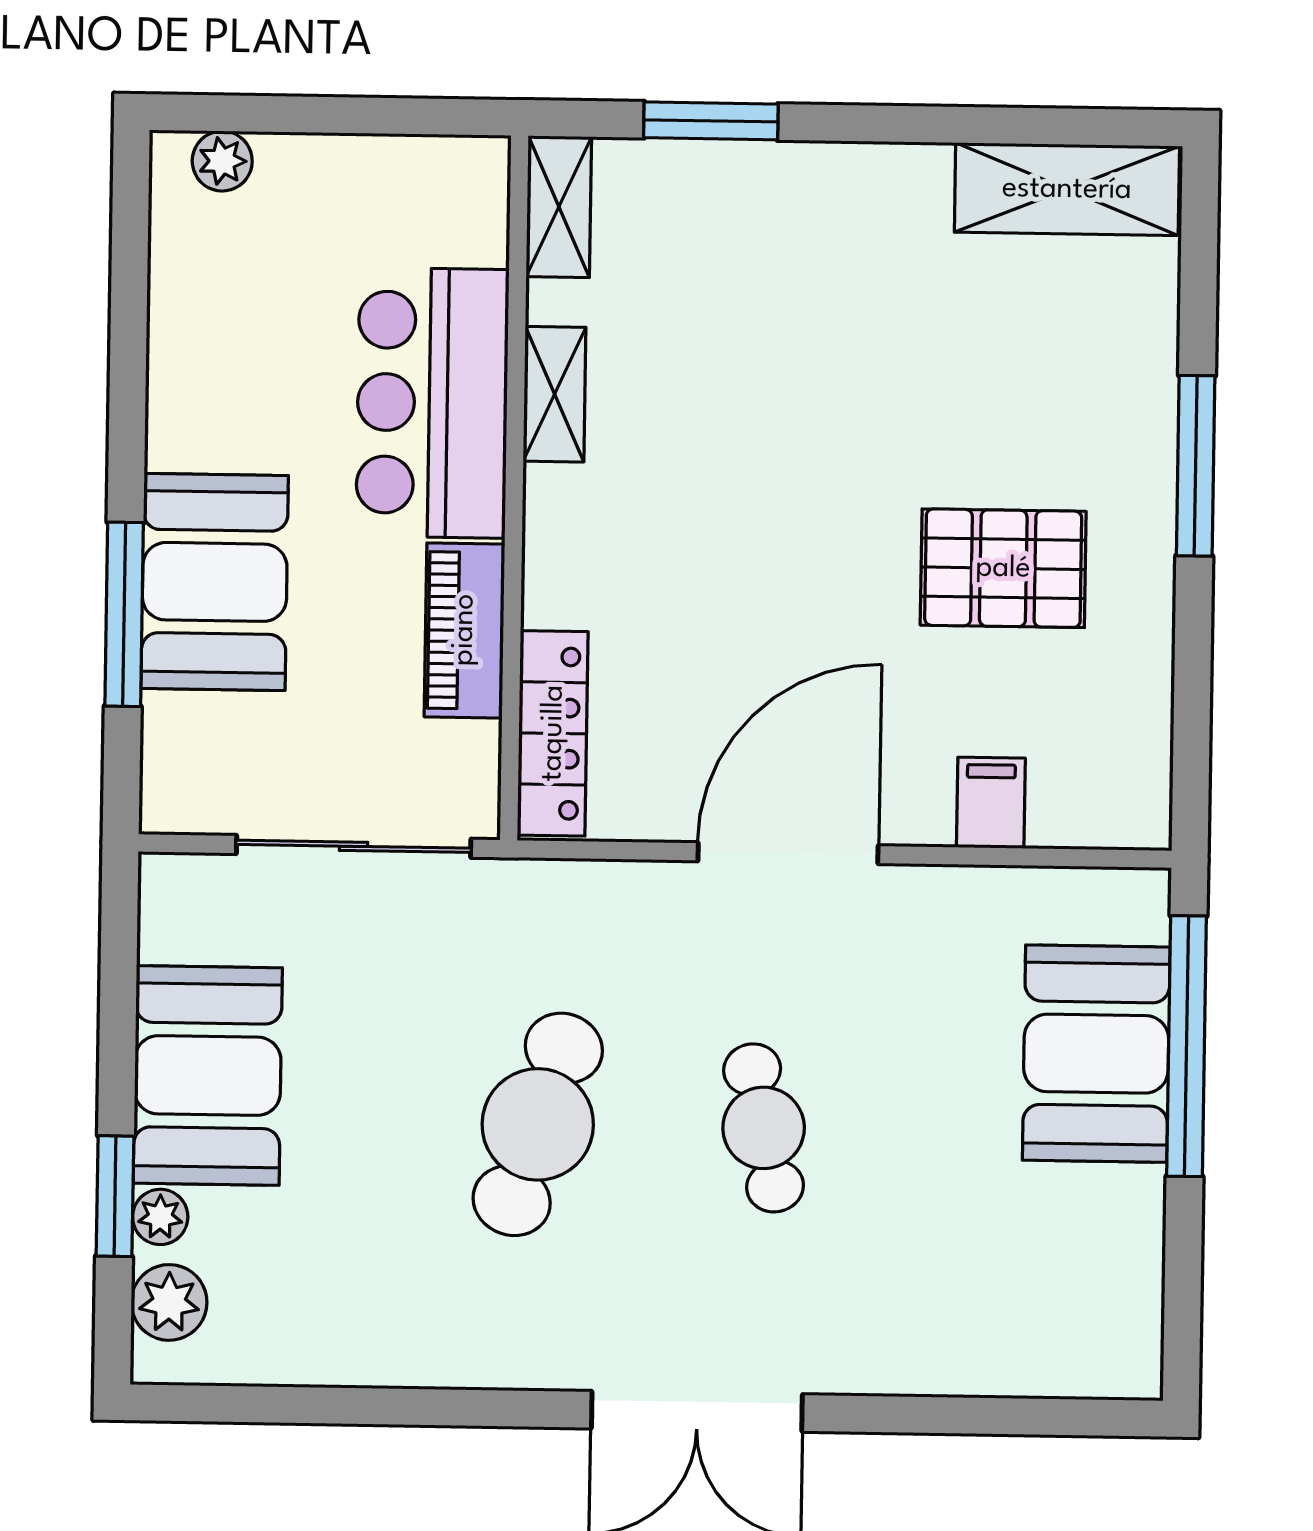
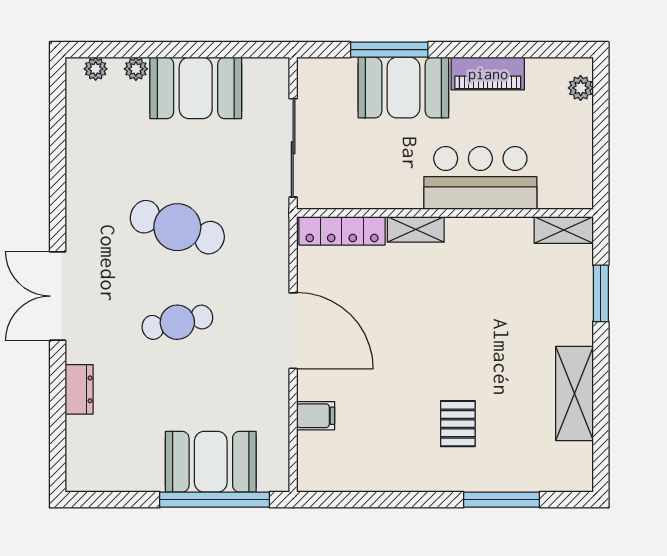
shelving: (1067, 189) -> (574, 393), moved
shelving: (555, 394) -> (416, 229), moved
window: (1196, 466) -> (501, 500), moved
pallet: (1003, 568) -> (458, 424), moved, width x0.67, depth x0.71
piano: (464, 630) -> (488, 74), moved, turned 180
window: (115, 1196) -> (144, 50), removed
plant: (169, 1302) -> (96, 69), width x0.73, depth x0.73
dresser: (919, 1364) -> (79, 389), added

